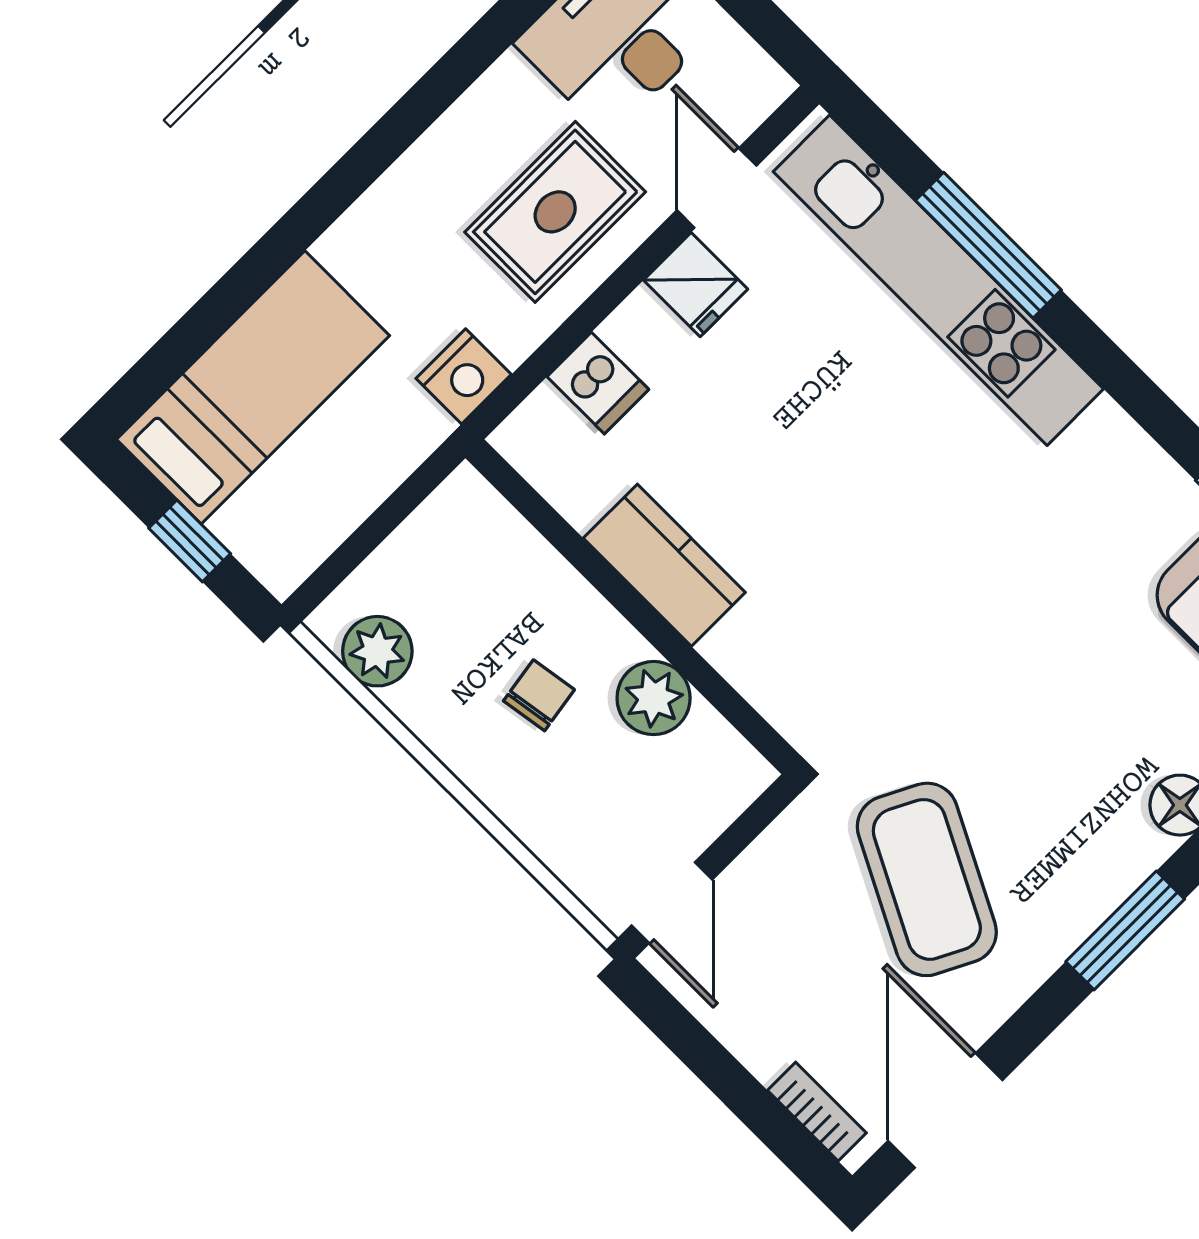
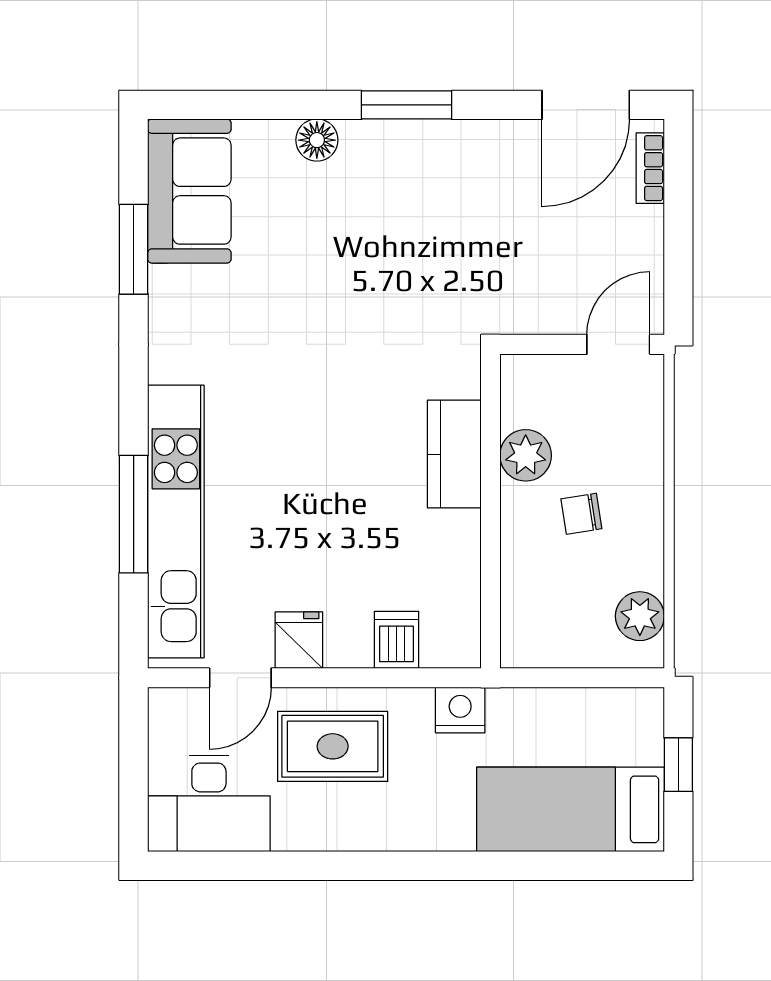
kitchen counter: (664, 565) -> (454, 454), moved
coffee table: (927, 879) -> (480, 229), removed

